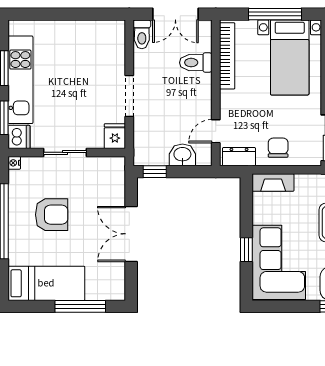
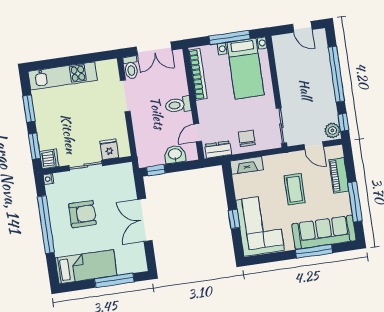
toilet: (196, 63) -> (178, 105), moved
kitchen unit: (20, 80) -> (63, 76), moved, turned 90
doorway: (129, 96) -> (125, 96), moved
fridge: (115, 136) -> (109, 149), moved

